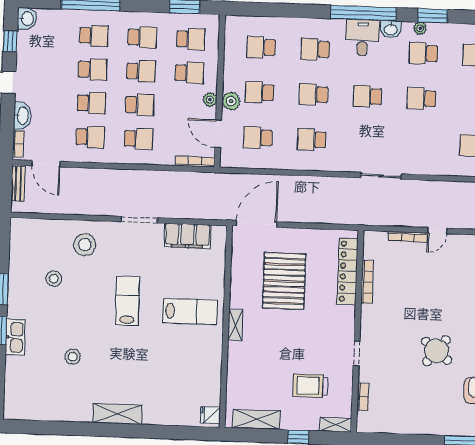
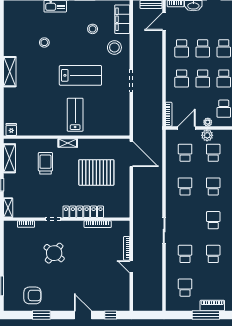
school desk: (420, 144) -> (185, 254), added
filing cabinet: (187, 236) -> (122, 19), moved
locker: (348, 271) -> (83, 212), moved
lab bench: (128, 301) -> (80, 75), width x1.36, depth x1.39
lab bench: (190, 312) -> (75, 115), turned 180
round table: (437, 351) -> (54, 253), moved
trolley: (310, 386) -> (45, 163), moved

